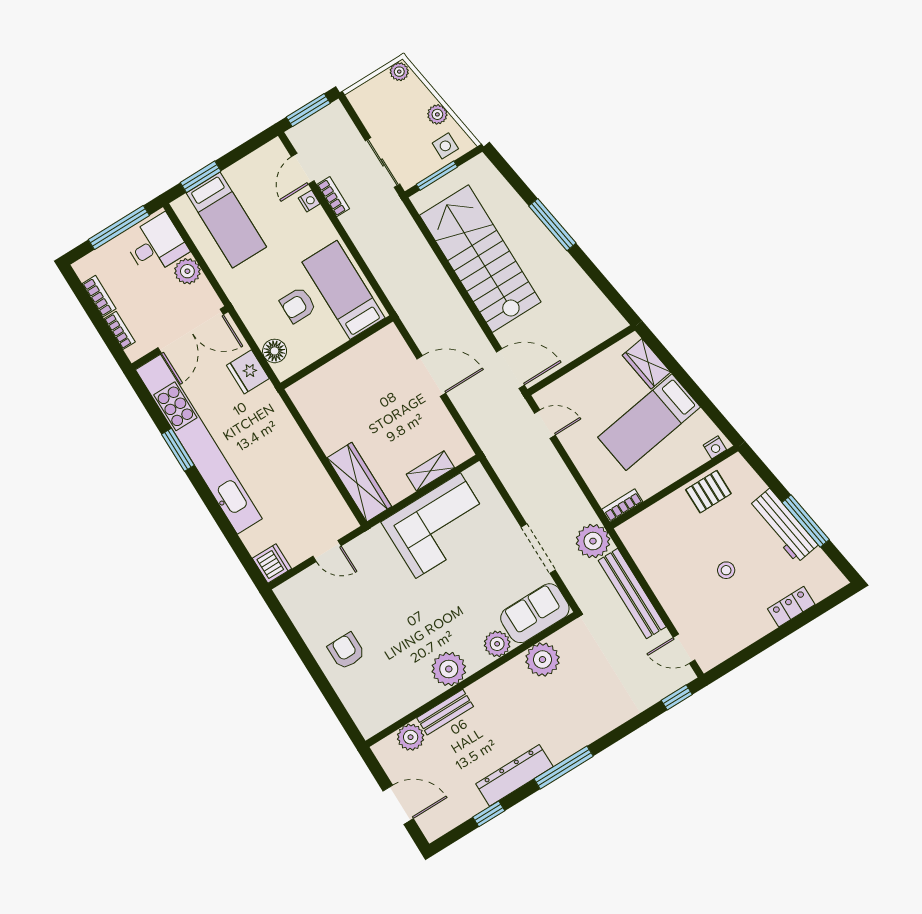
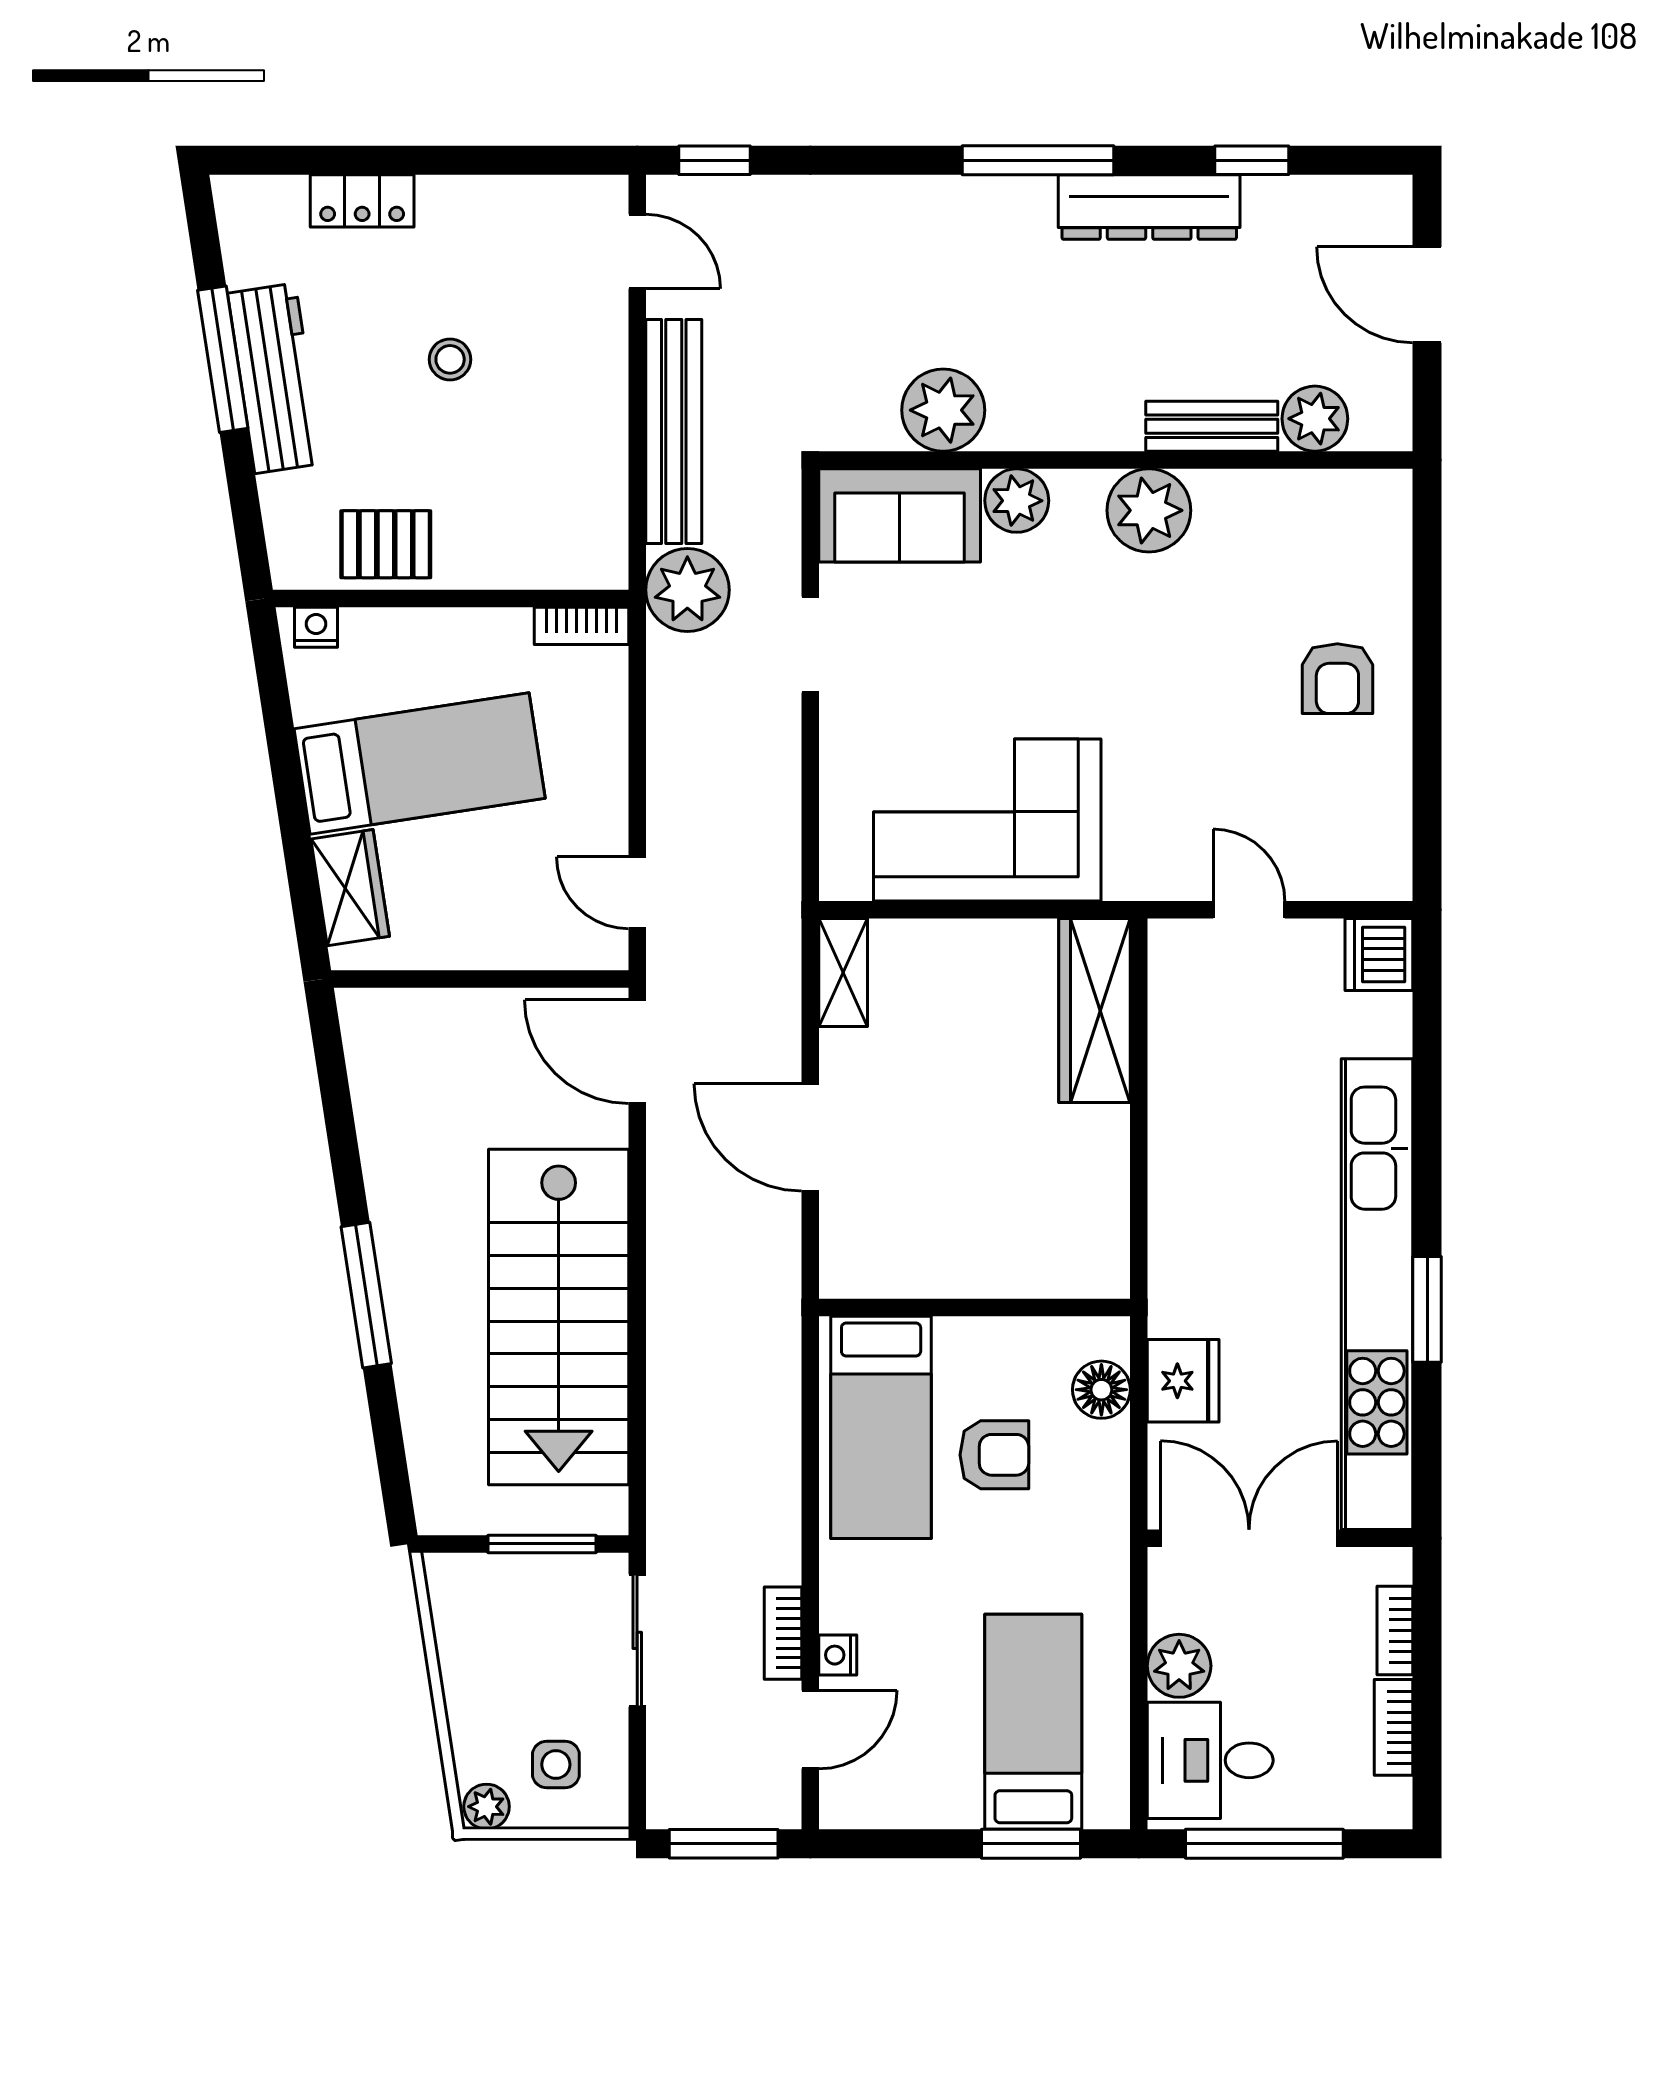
plant: (437, 114) -> (463, 1670), removed
side table: (445, 146) -> (556, 1765), moved
shelving: (430, 471) -> (843, 972), moved, turned 90
doorway: (538, 549) -> (810, 645), width x0.73

